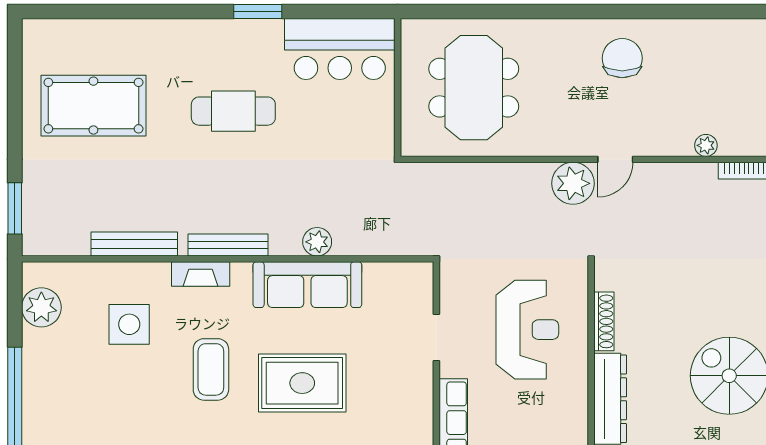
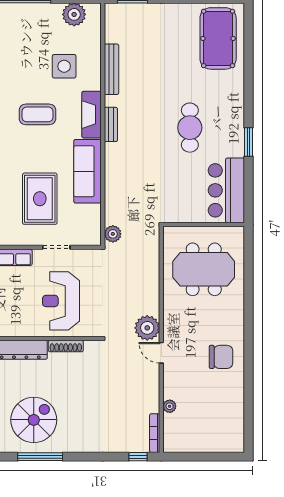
pool table: (93, 106) -> (218, 38), moved
plant: (317, 242) -> (113, 234), moved
bench: (228, 245) -> (111, 124), width x0.73
fireplace: (201, 274) -> (91, 115), width x1.37, depth x1.32
reception desk: (527, 330) -> (61, 301), turned 90
rug: (302, 383) -> (40, 199), moved

